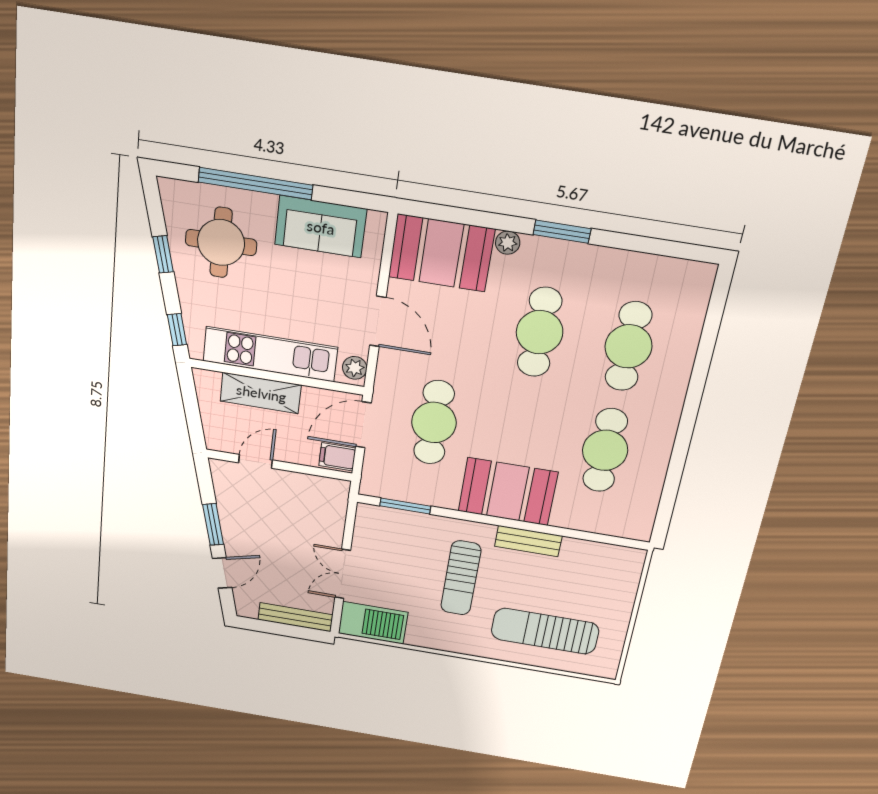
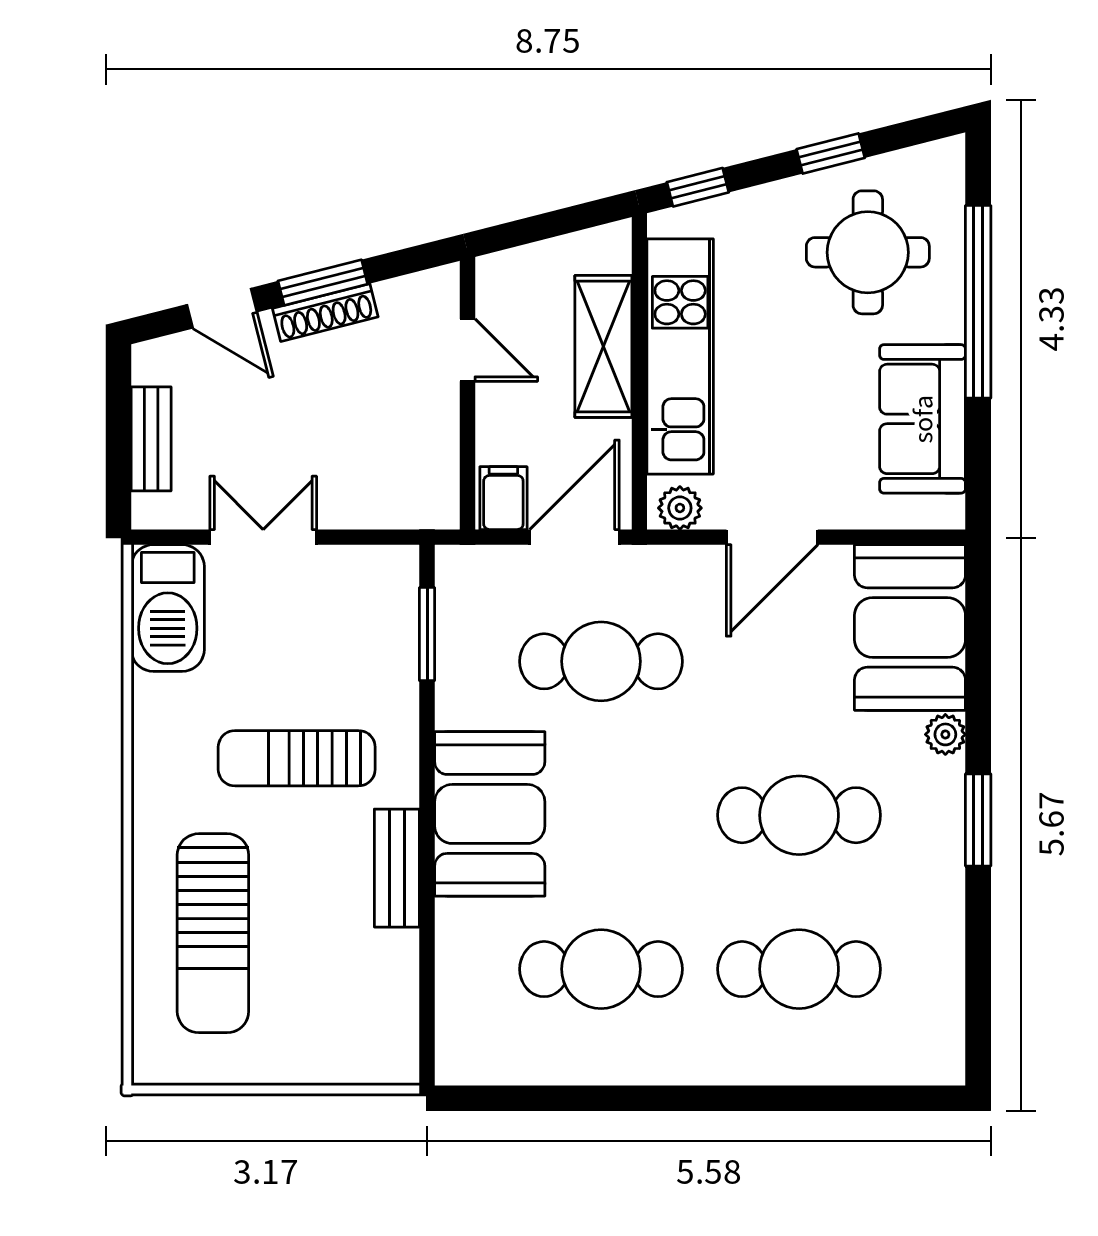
door: (363, 425) -> (574, 537), hinge flipped
shoe rack: (229, 526) -> (325, 313), added
bench: (295, 617) -> (151, 439), width x0.73
sun lounger: (545, 631) -> (213, 933), turned 180

